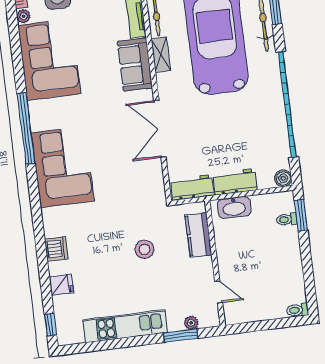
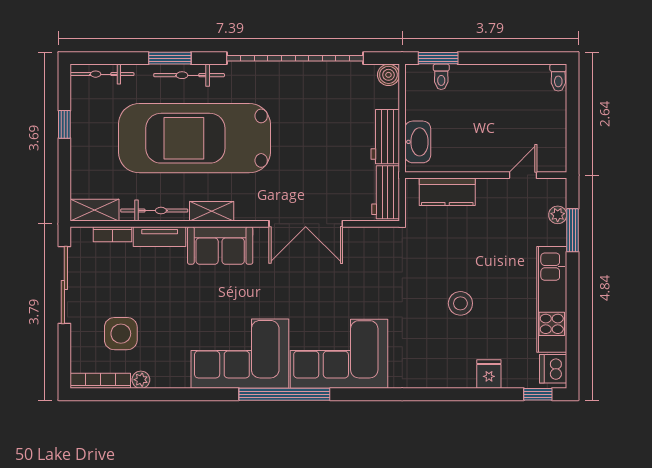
corner sofa: (49, 60) -> (240, 354), moved
dishwasher: (56, 249) -> (553, 369), moved, turned -90
stool: (144, 249) -> (460, 303), moved

